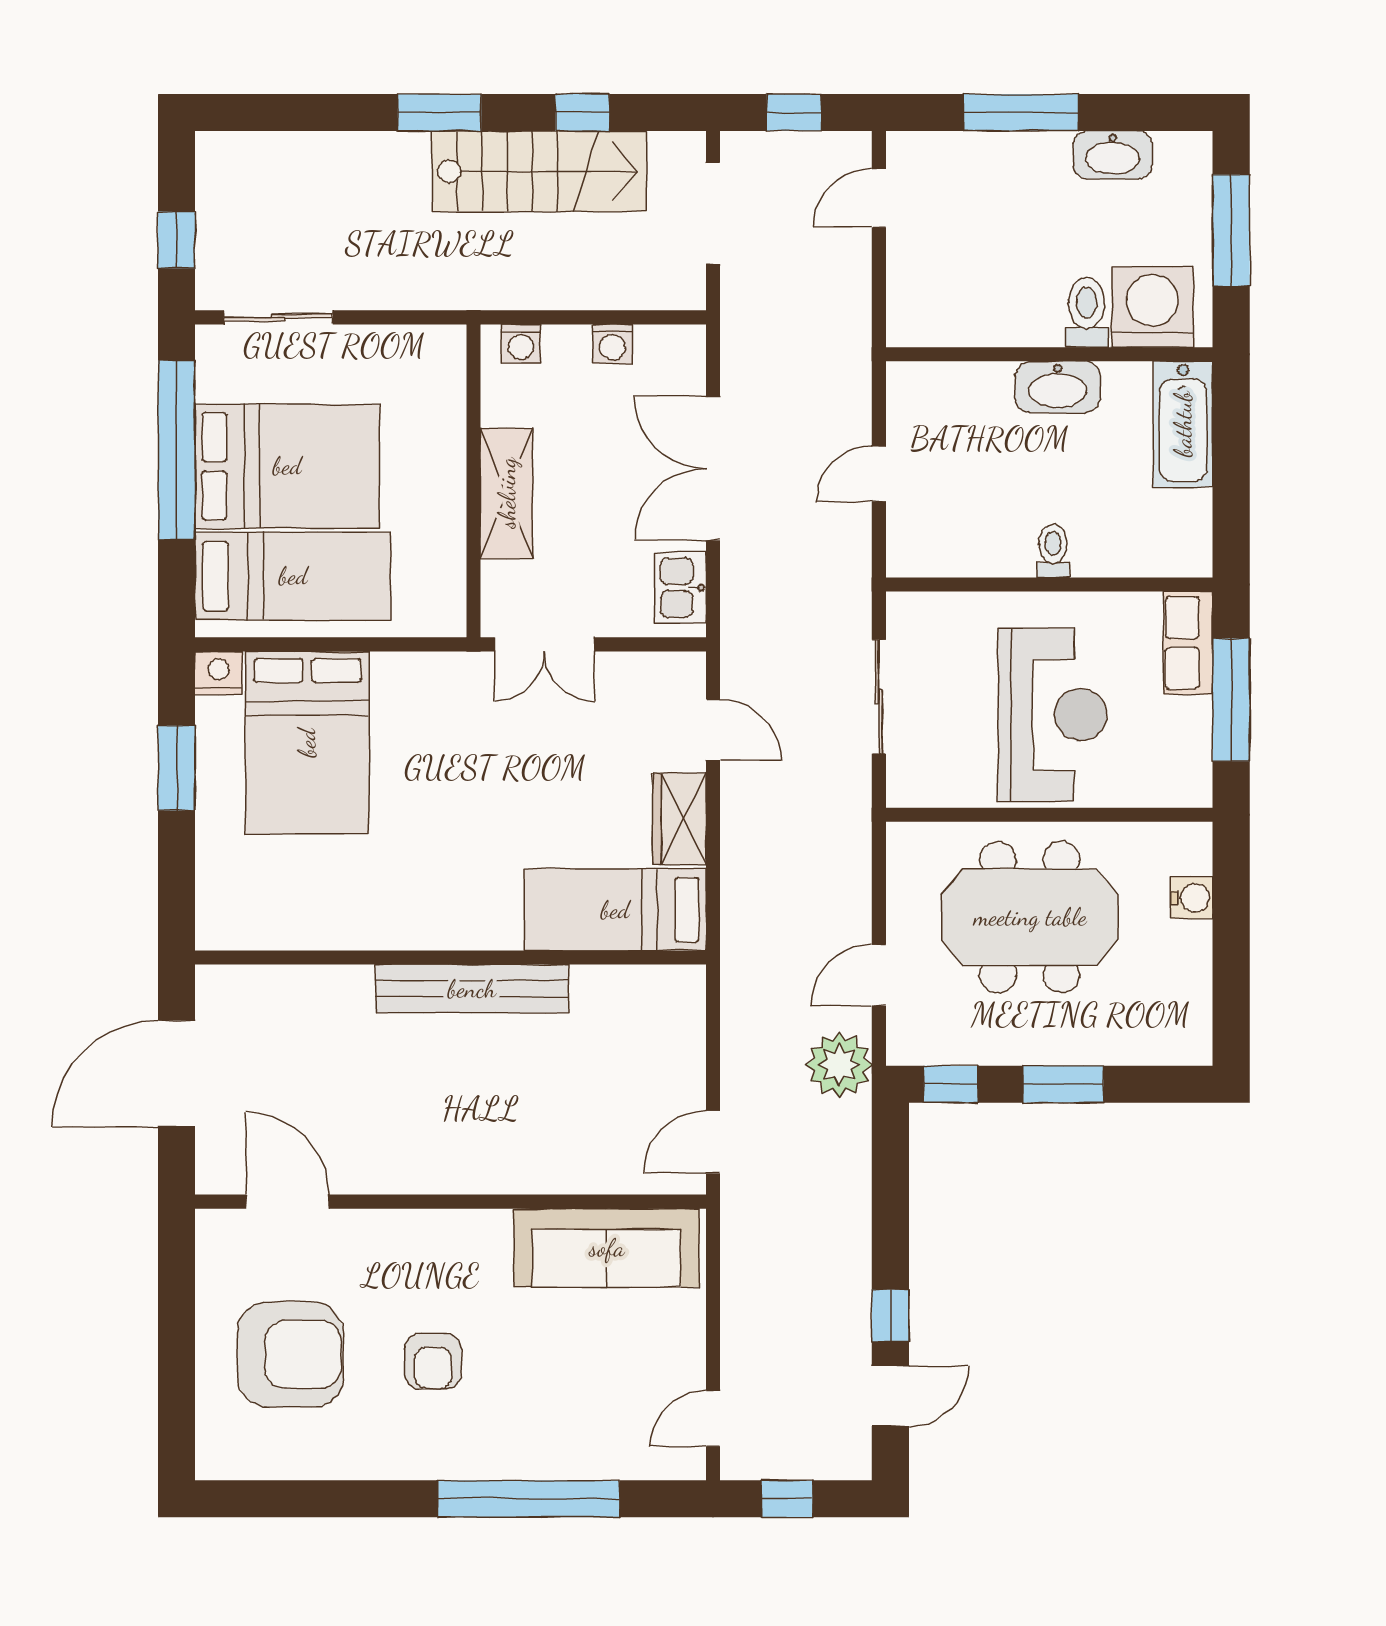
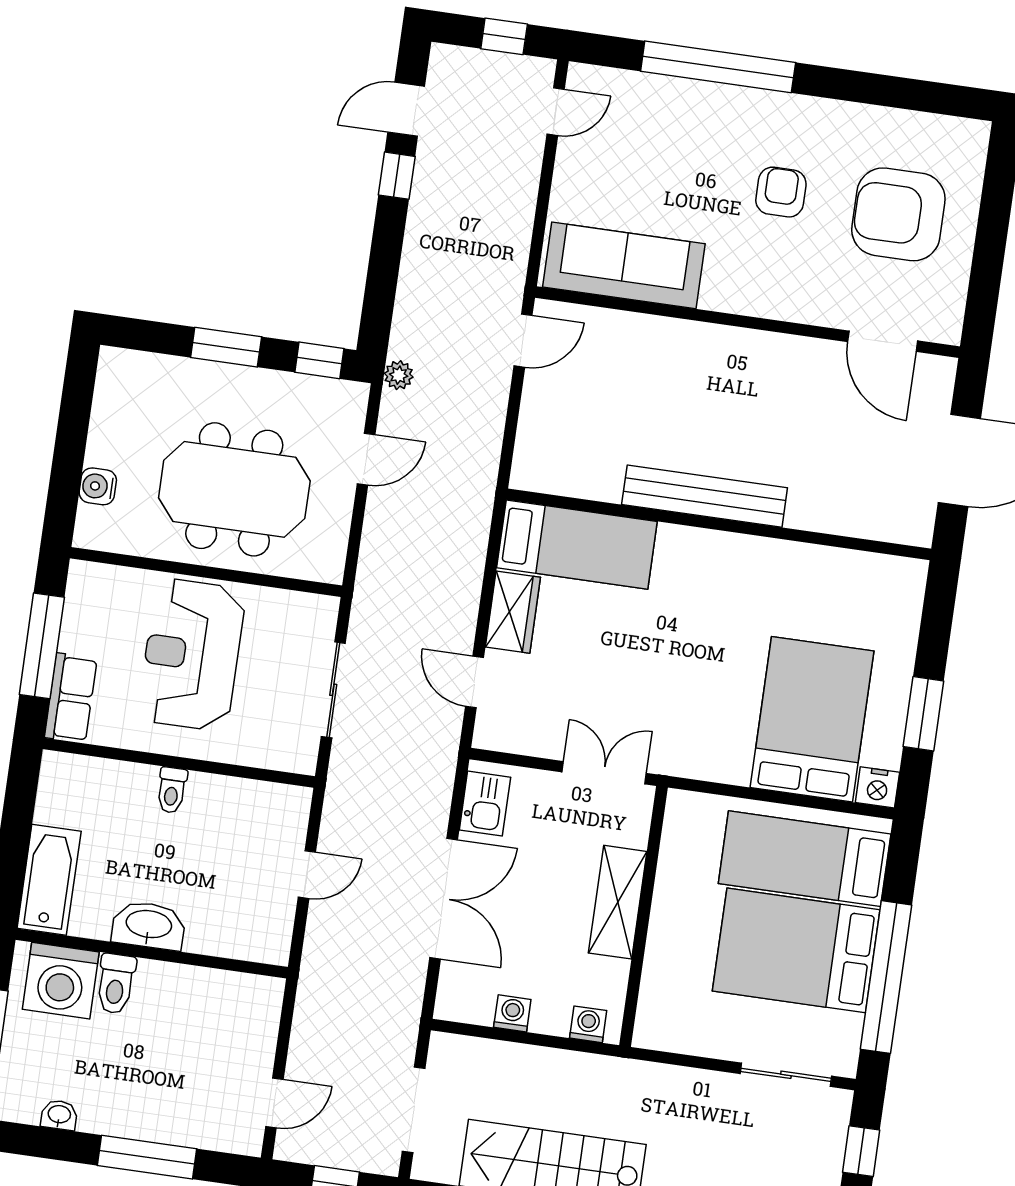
washbasin: (1113, 155) -> (59, 1115), width x0.52, depth x0.69
plant: (839, 1065) -> (399, 375), width x0.53, depth x0.53

